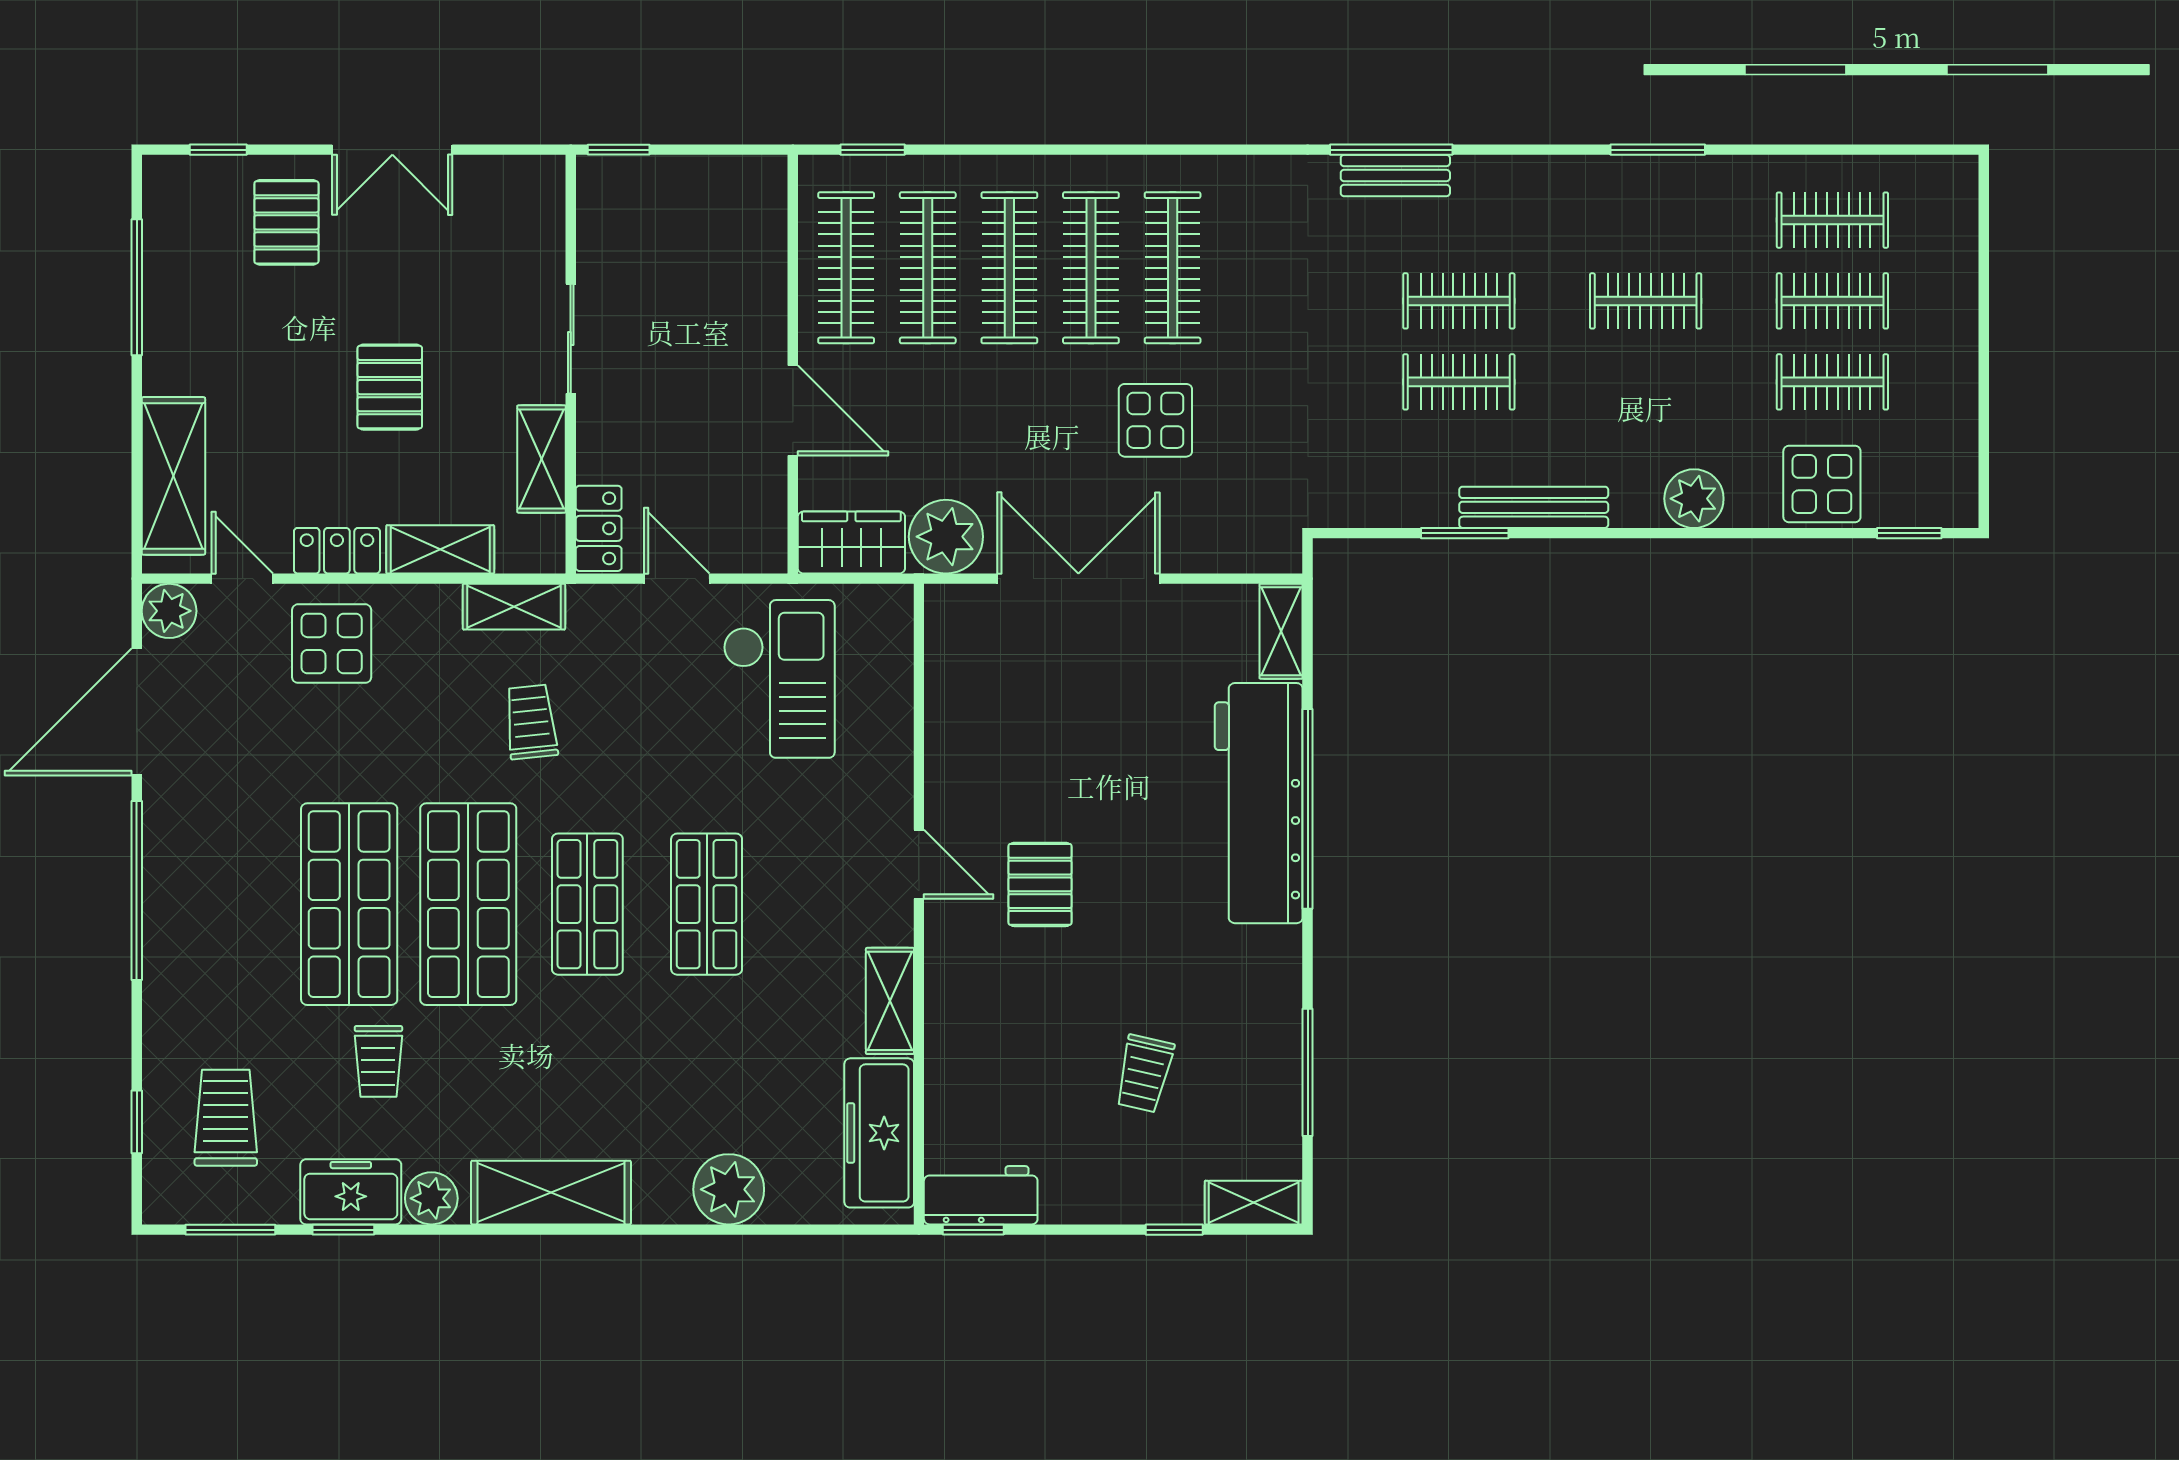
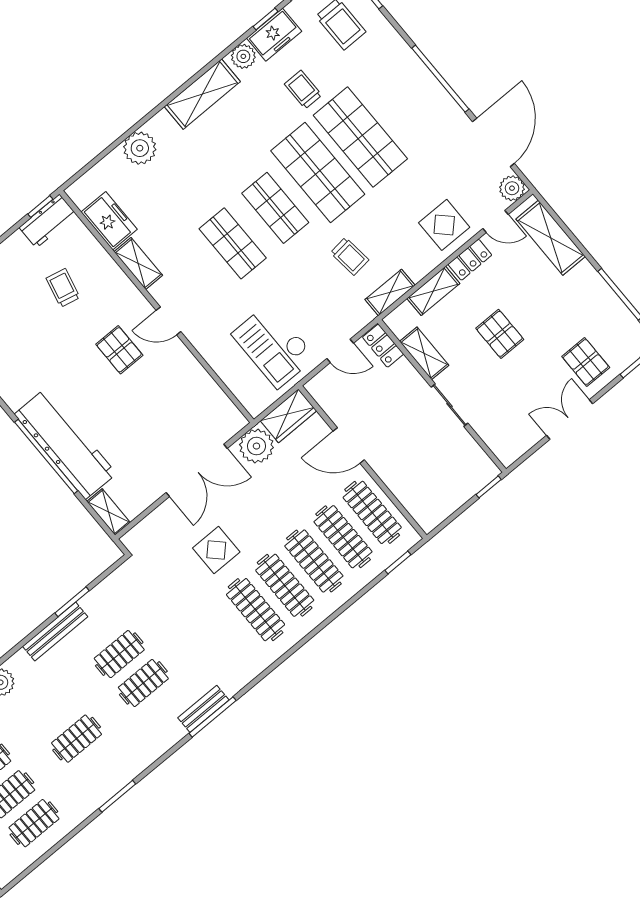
trolley: (1144, 1074) -> (63, 288), moved
freezer: (879, 1133) -> (109, 221), width x0.71

